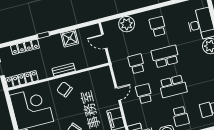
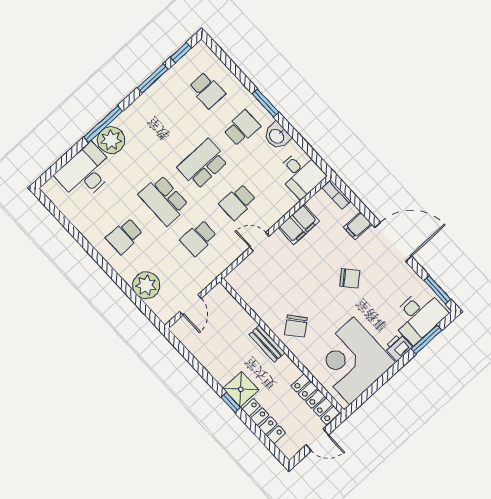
shower: (70, 38) -> (241, 389), moved
school desk: (173, 86) -> (203, 164), turned -90

